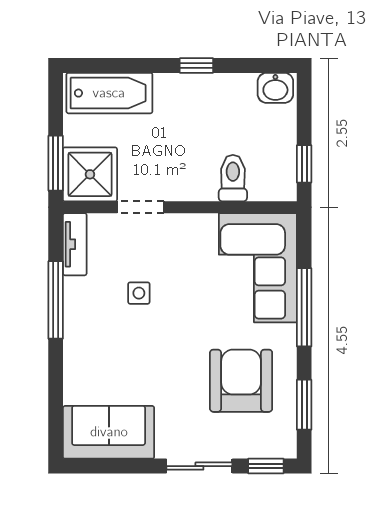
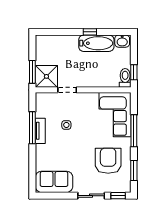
bathtub: (109, 93) -> (96, 43), moved
toilet: (233, 178) -> (125, 78), moved
tv unit: (75, 244) -> (40, 131), moved

